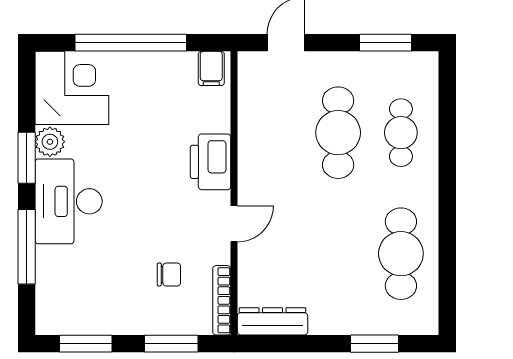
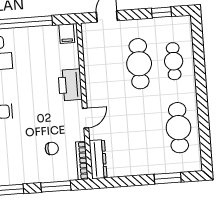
window: (386, 43) -> (161, 12), width x0.67
dresser: (273, 321) -> (98, 159), moved, turned 90

